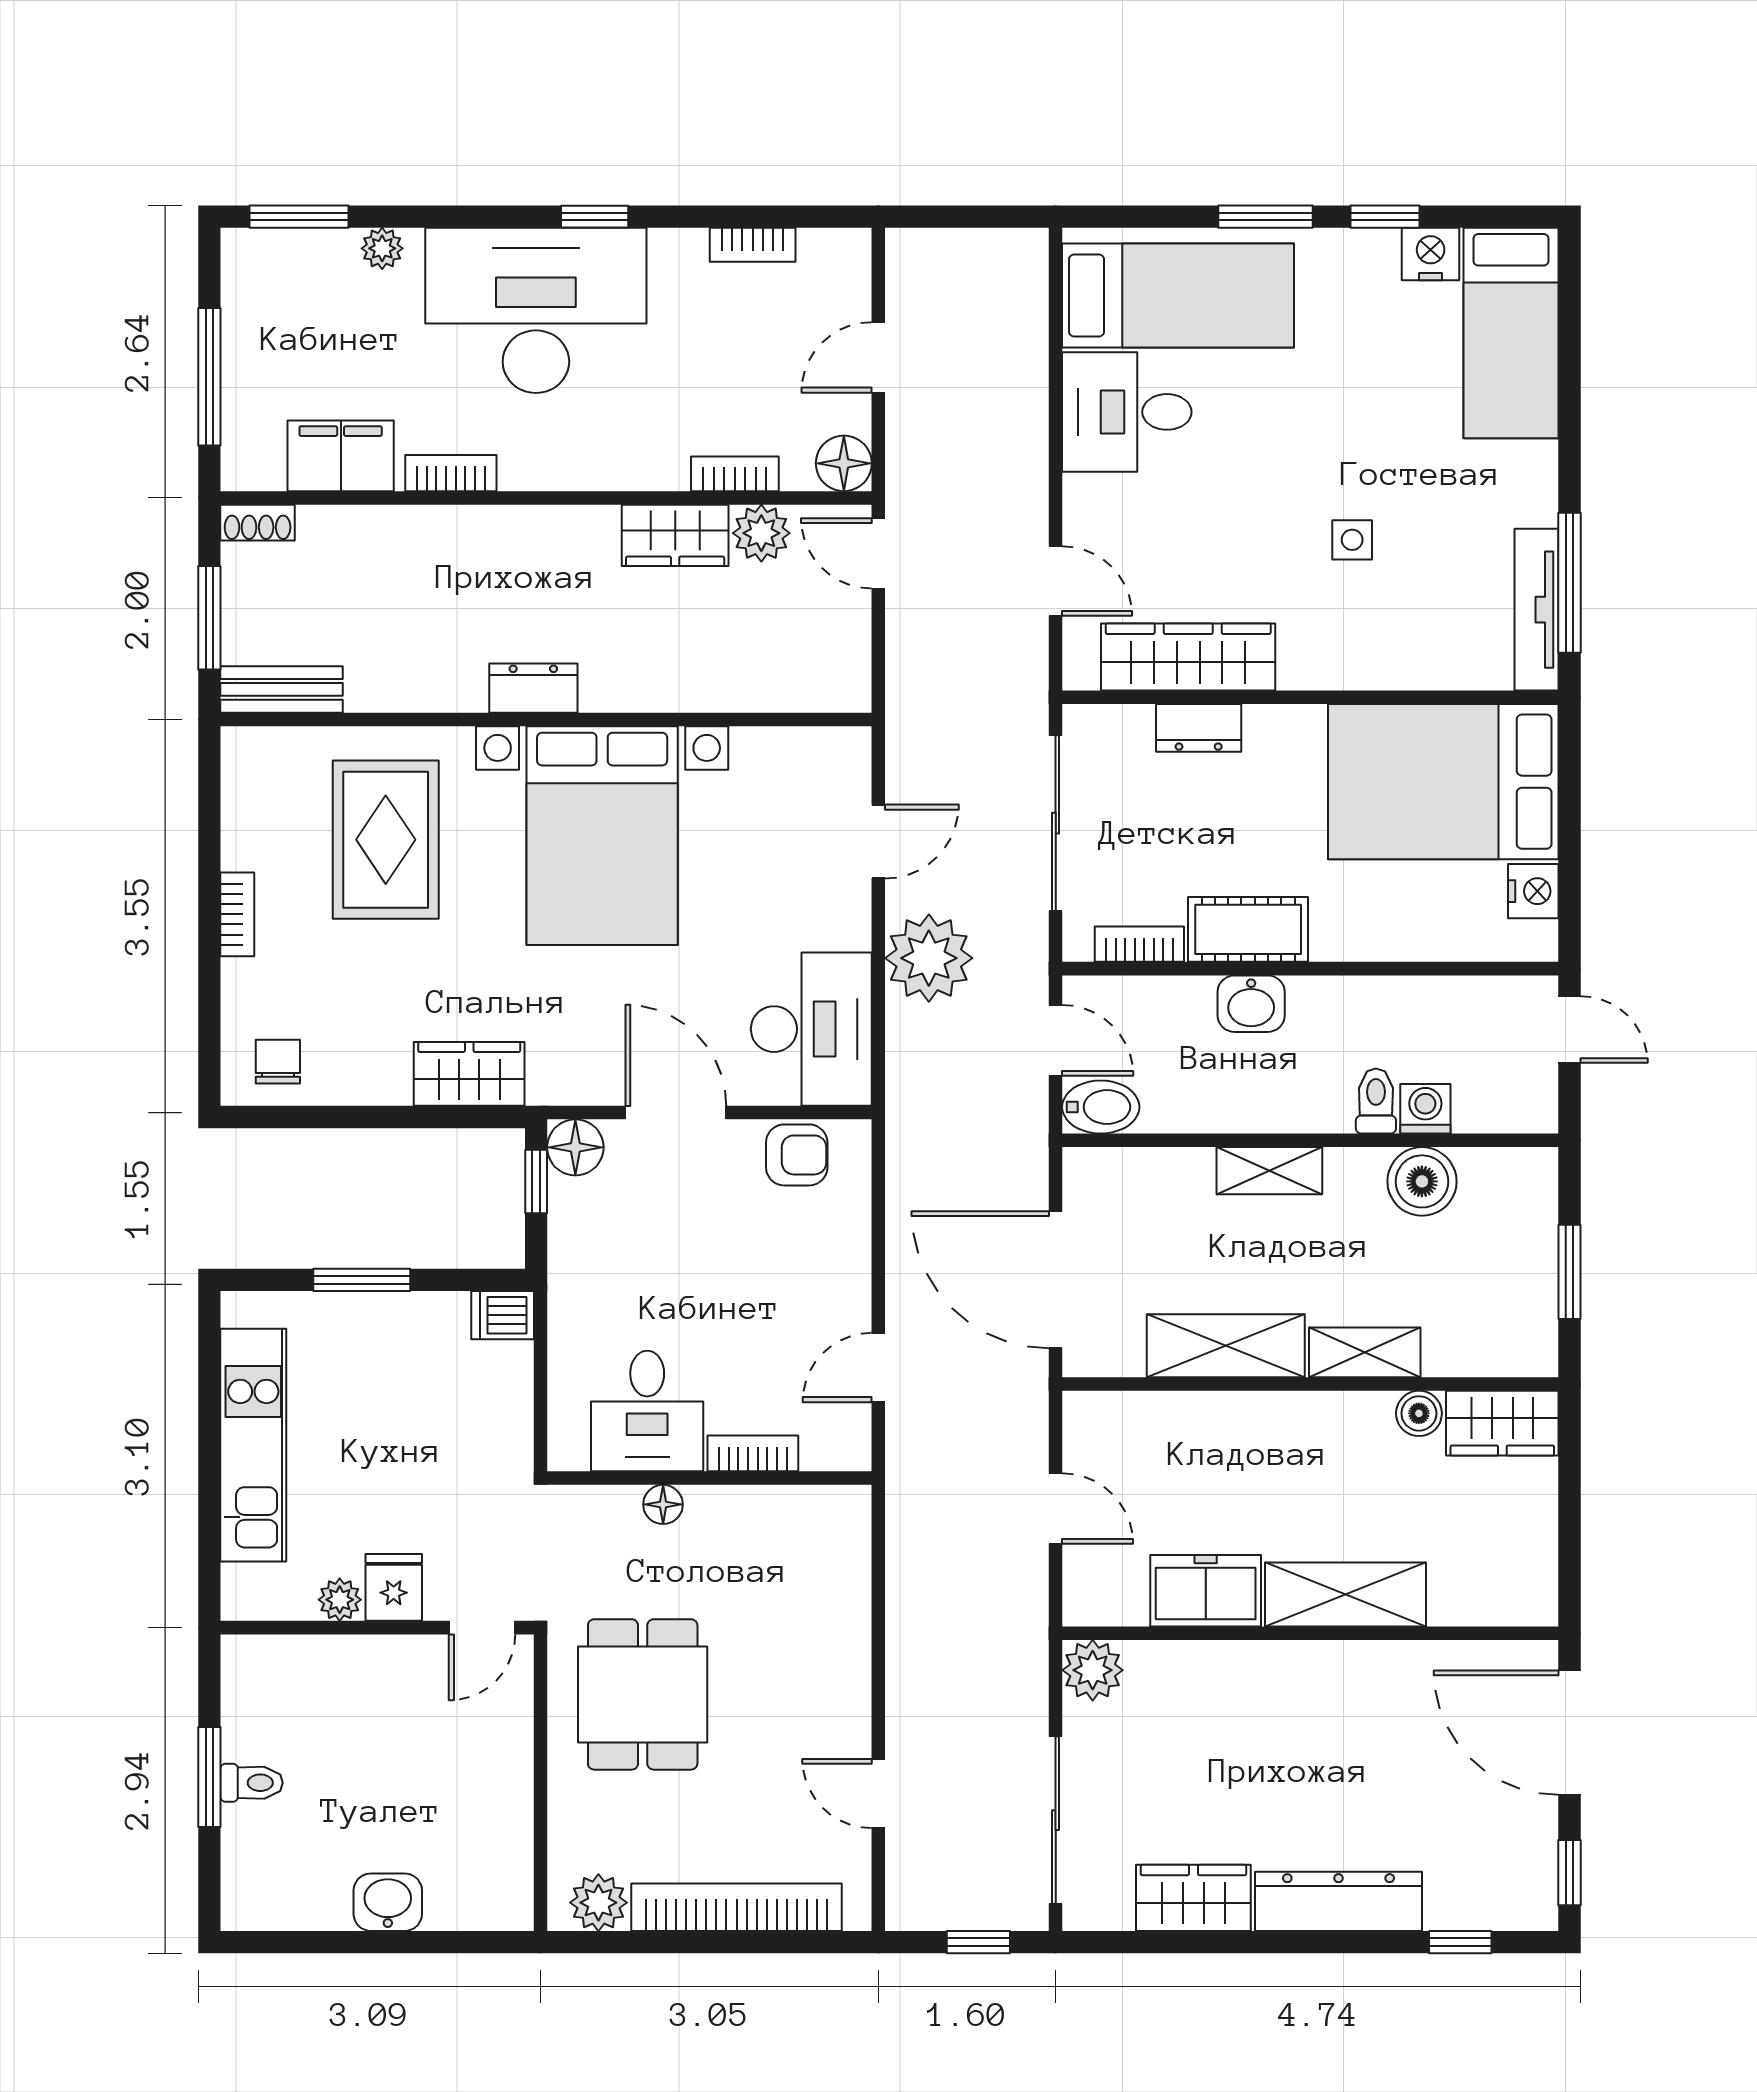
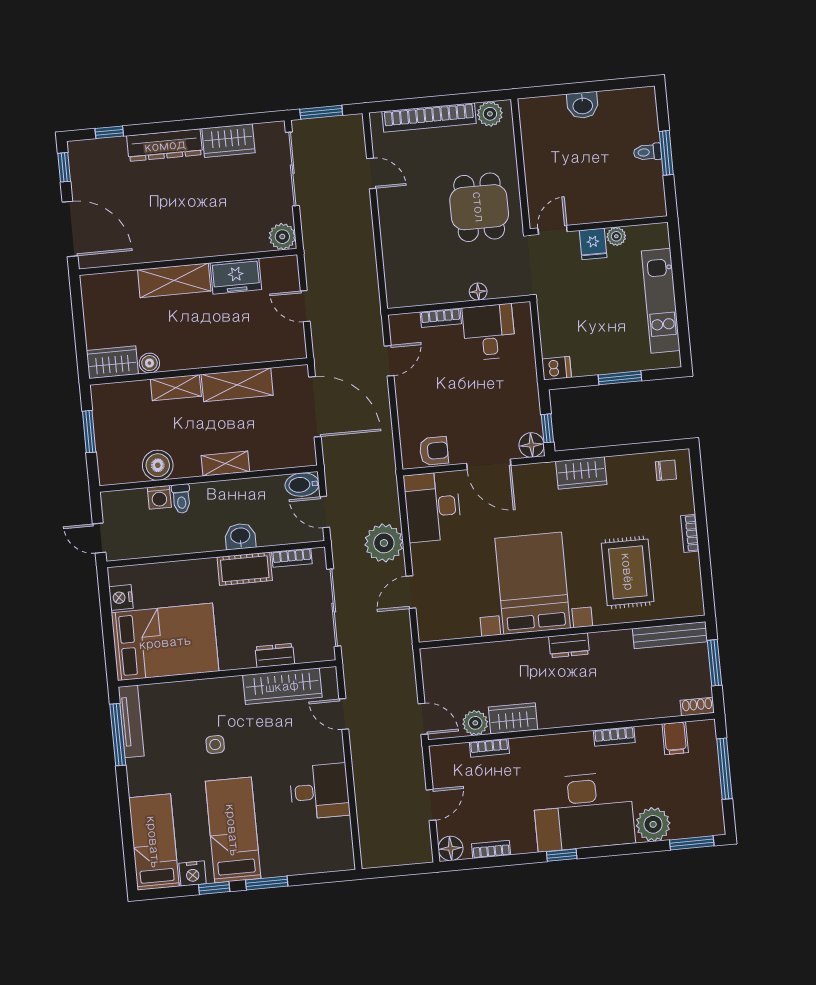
plant: (382, 248) -> (653, 824), width x1.88, depth x1.88
bed: (1178, 296) -> (233, 830), moved, turned 90
filing cabinet: (341, 456) -> (675, 738), width x0.50
floor lamp: (844, 463) -> (451, 848), moved
bench: (282, 689) -> (670, 635), width x1.36
chair: (278, 1062) -> (666, 470), turned -90
armchair: (797, 1155) -> (434, 451), turned 180
window: (978, 1942) -> (321, 112), width x1.50

